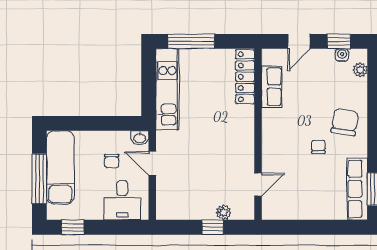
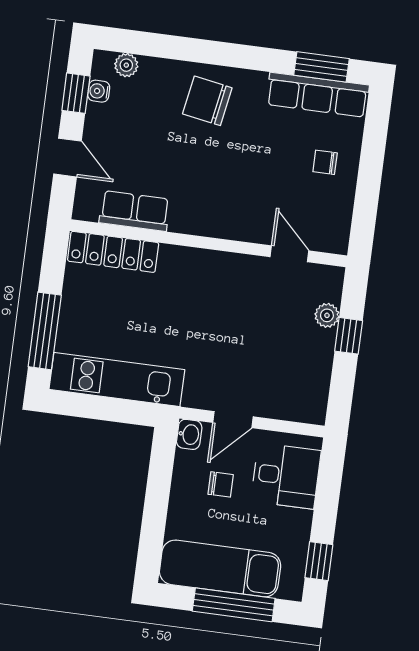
chair: (318, 147) -> (325, 162), moved

